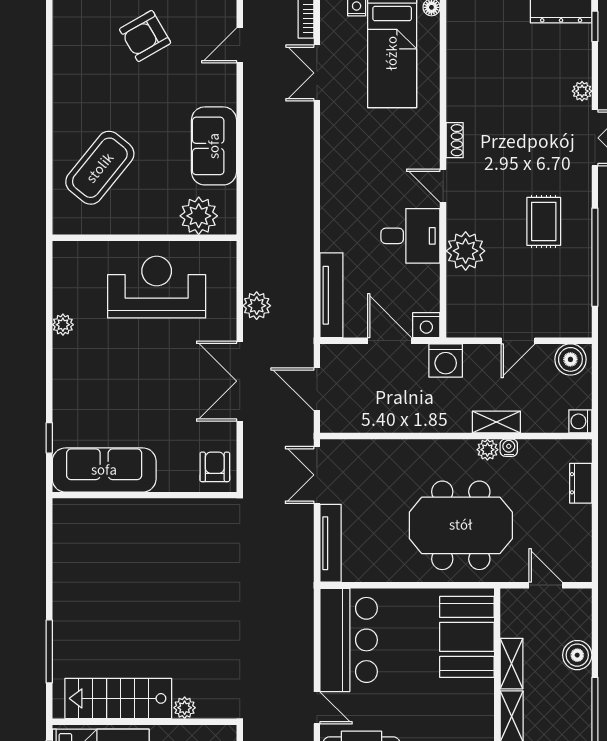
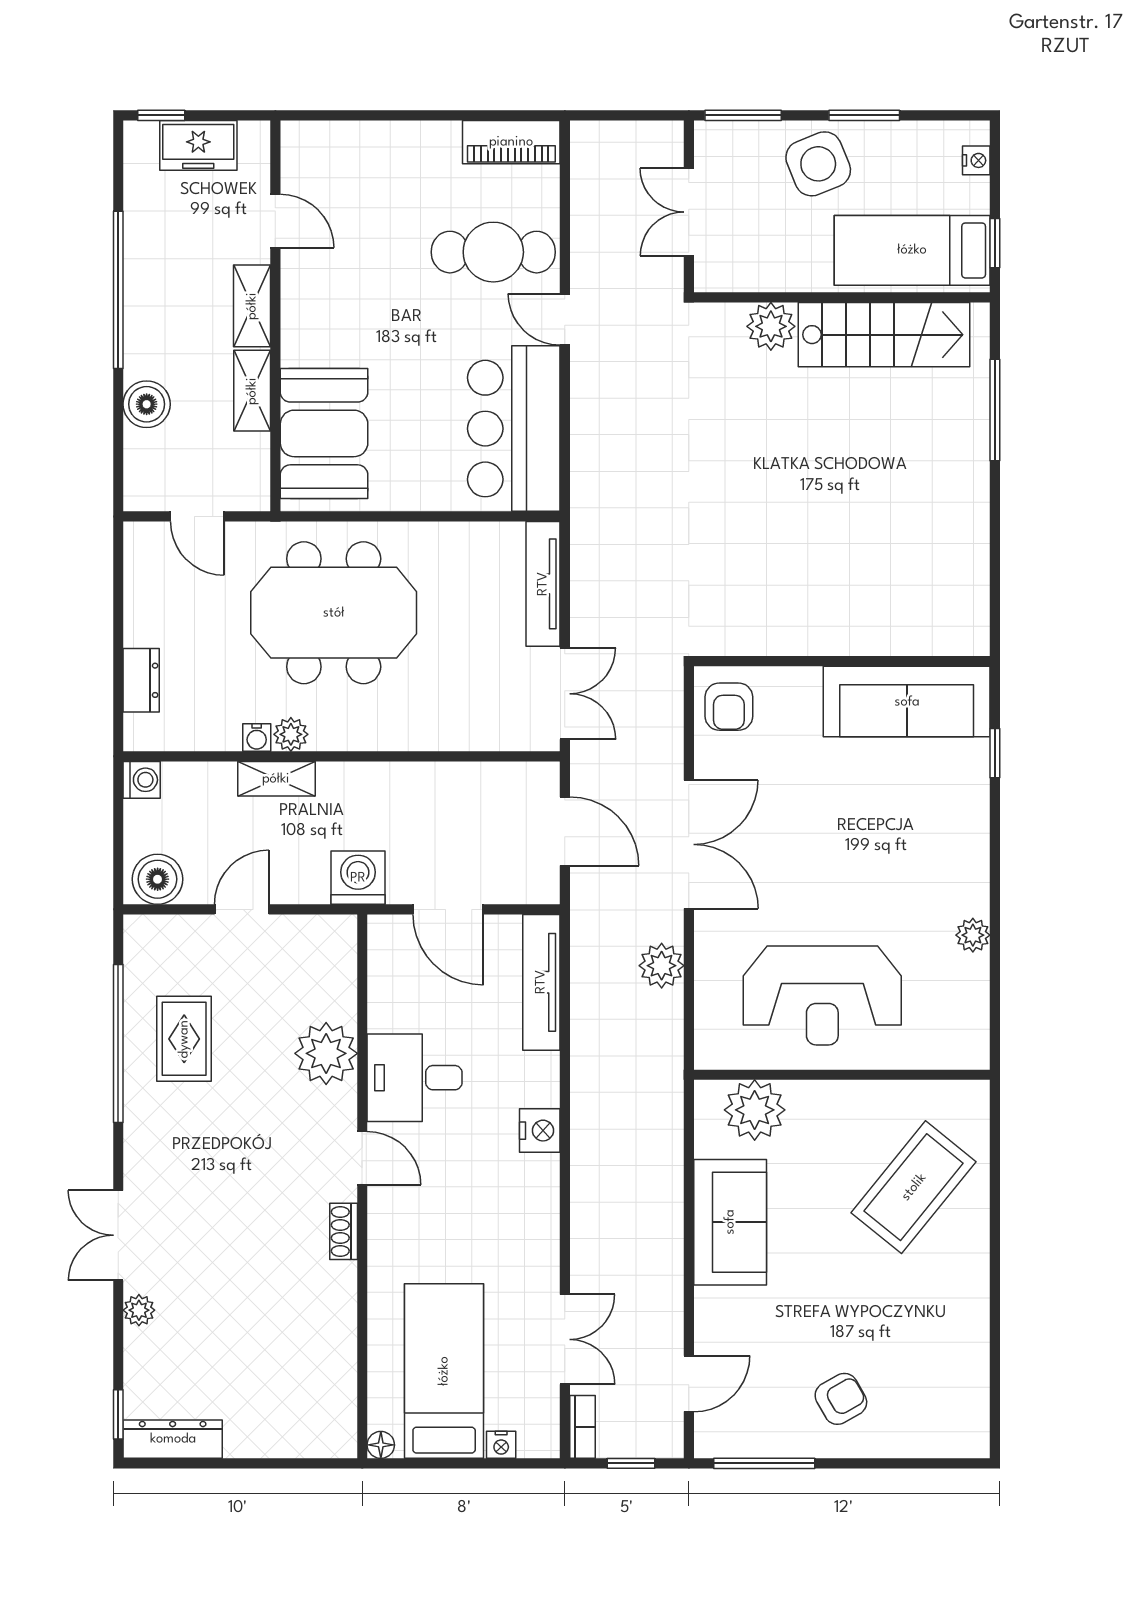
armchair: (145, 36) -> (841, 1399), width x0.72, depth x0.72
rug: (544, 221) -> (184, 1039), moved
nightstand: (426, 325) -> (540, 1131), moved, turned 90
plant: (185, 708) -> (771, 326), width x1.38, depth x1.38

